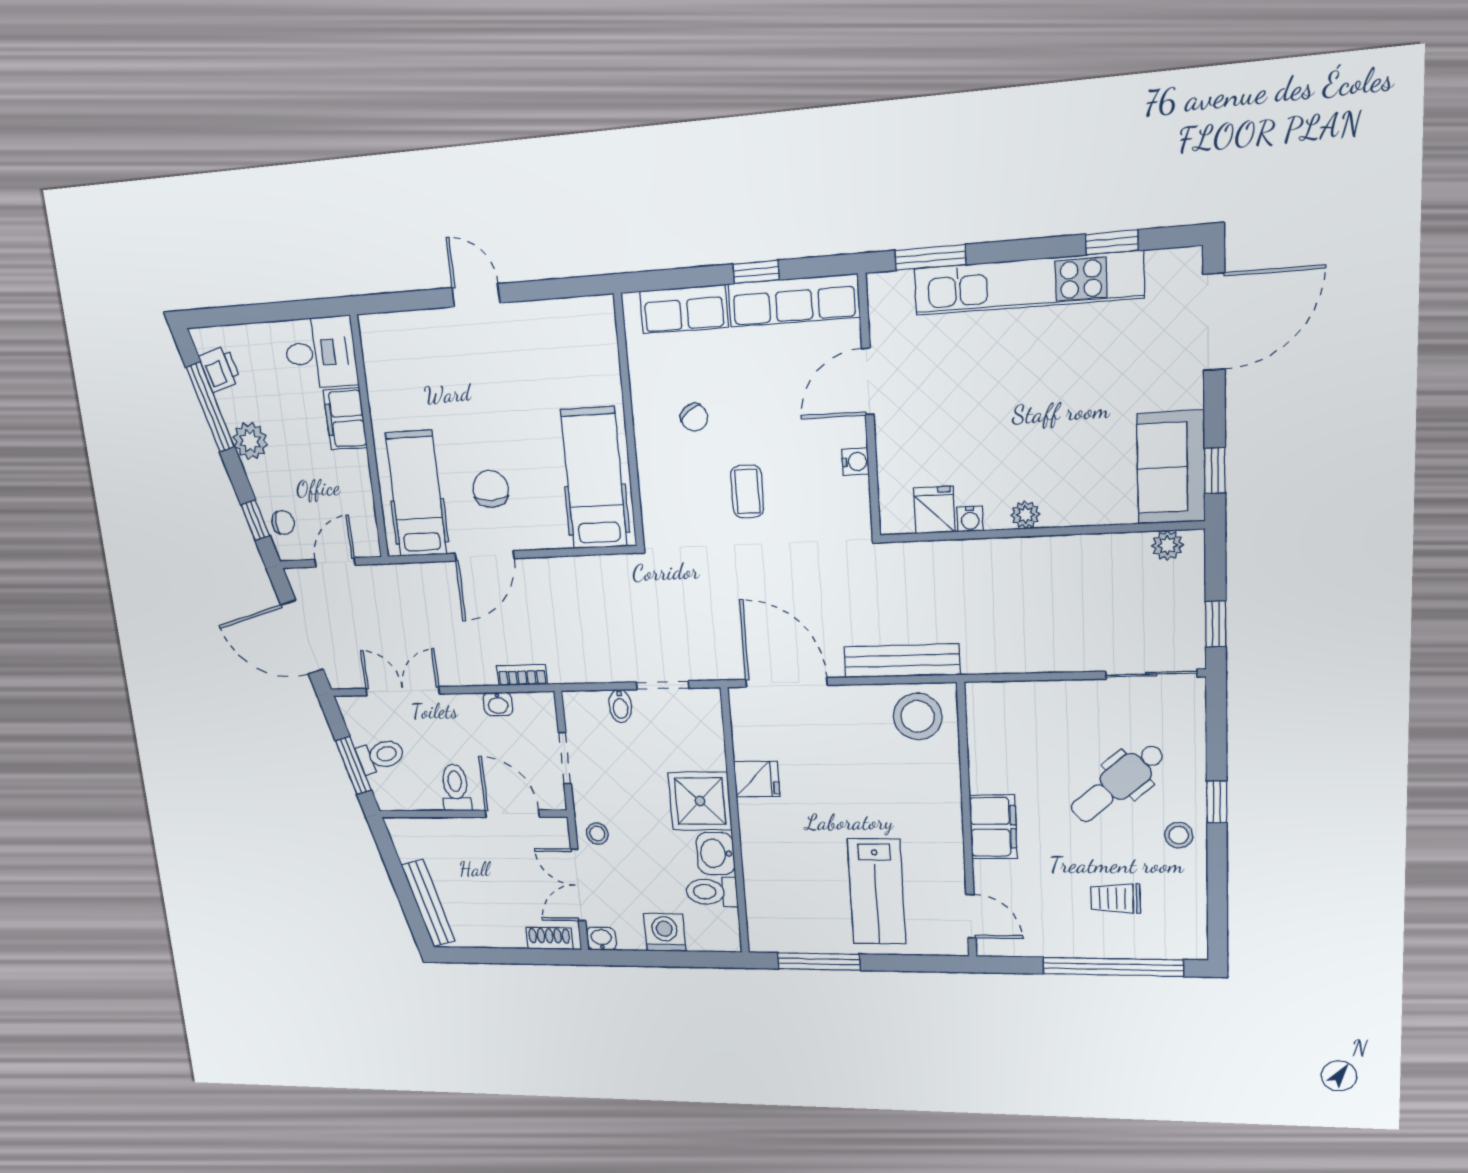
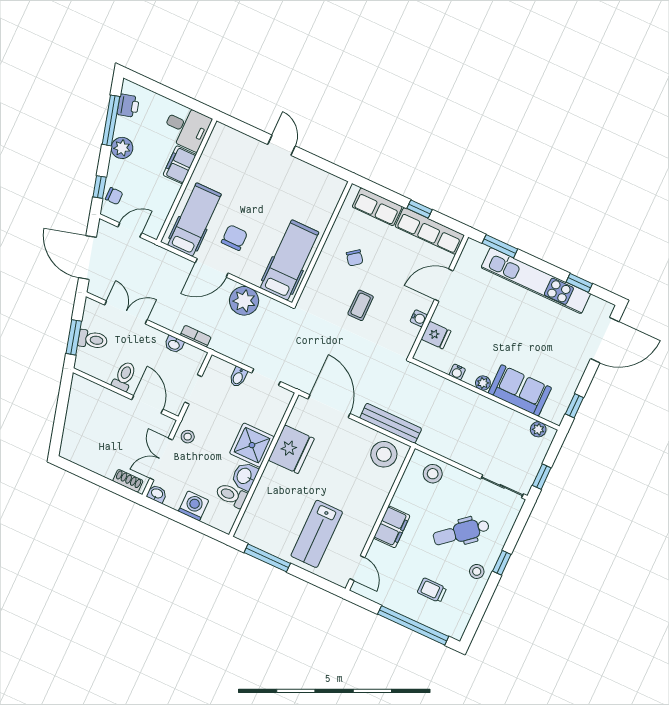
sofa: (1171, 467) -> (520, 390), moved, turned 90
fridge: (934, 510) -> (436, 335), moved, turned 90
plant: (562, 582) -> (244, 301), added
stool: (1017, 710) -> (433, 474), added
fridge: (757, 779) -> (291, 449), width x1.88, depth x1.34
bench: (428, 903) -> (70, 430), removed

